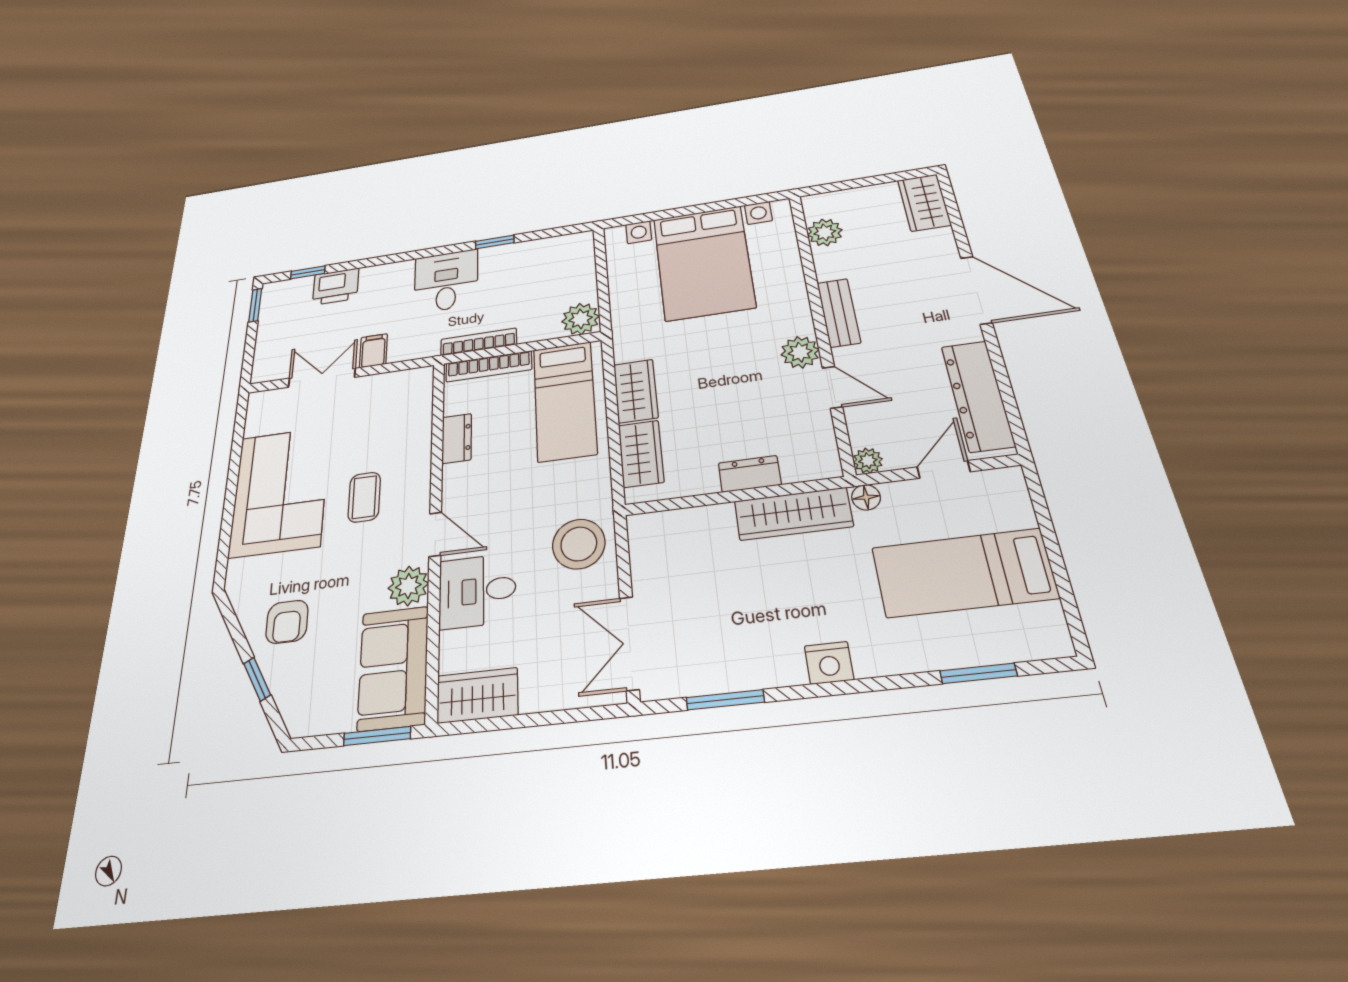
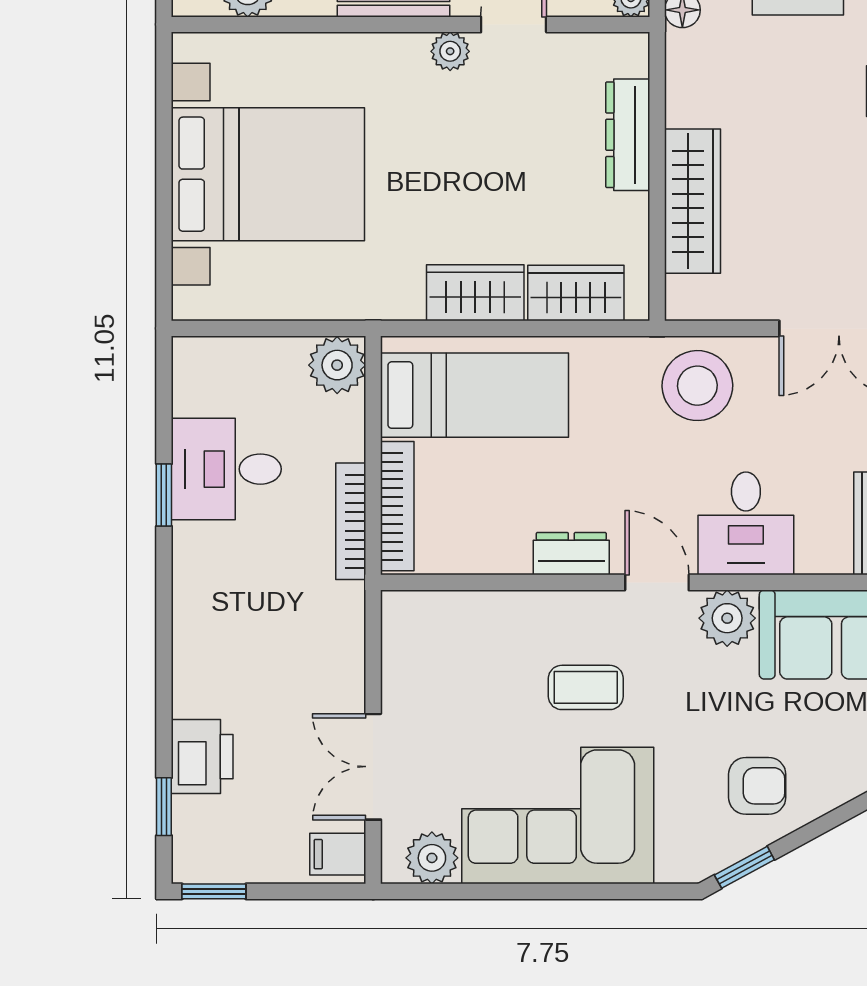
desk: (446, 281) -> (226, 469), moved
filing cabinet: (373, 351) -> (338, 854), moved
plant: (800, 352) -> (450, 51), width x0.73, depth x0.73
plant: (261, 419) -> (432, 858), added
dresser: (457, 438) -> (571, 554), moved
dresser: (750, 474) -> (628, 135), width x1.44
wardrobe: (793, 514) -> (693, 201), moved
door: (435, 534) -> (657, 582), hinge flipped
window: (257, 679) -> (744, 867), moved

